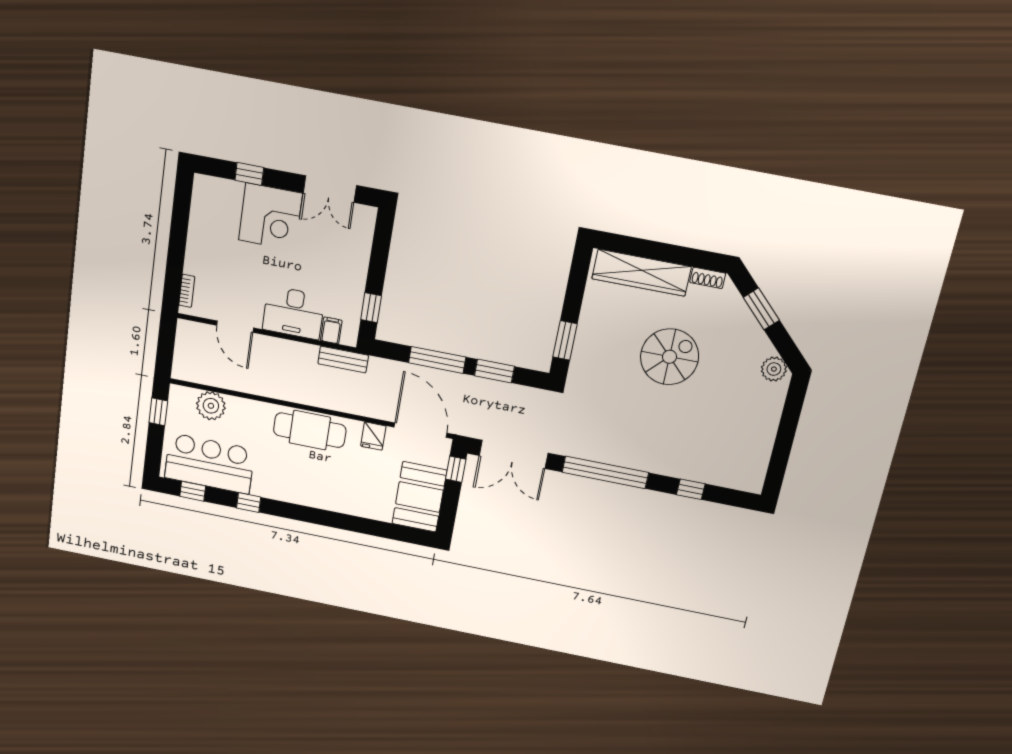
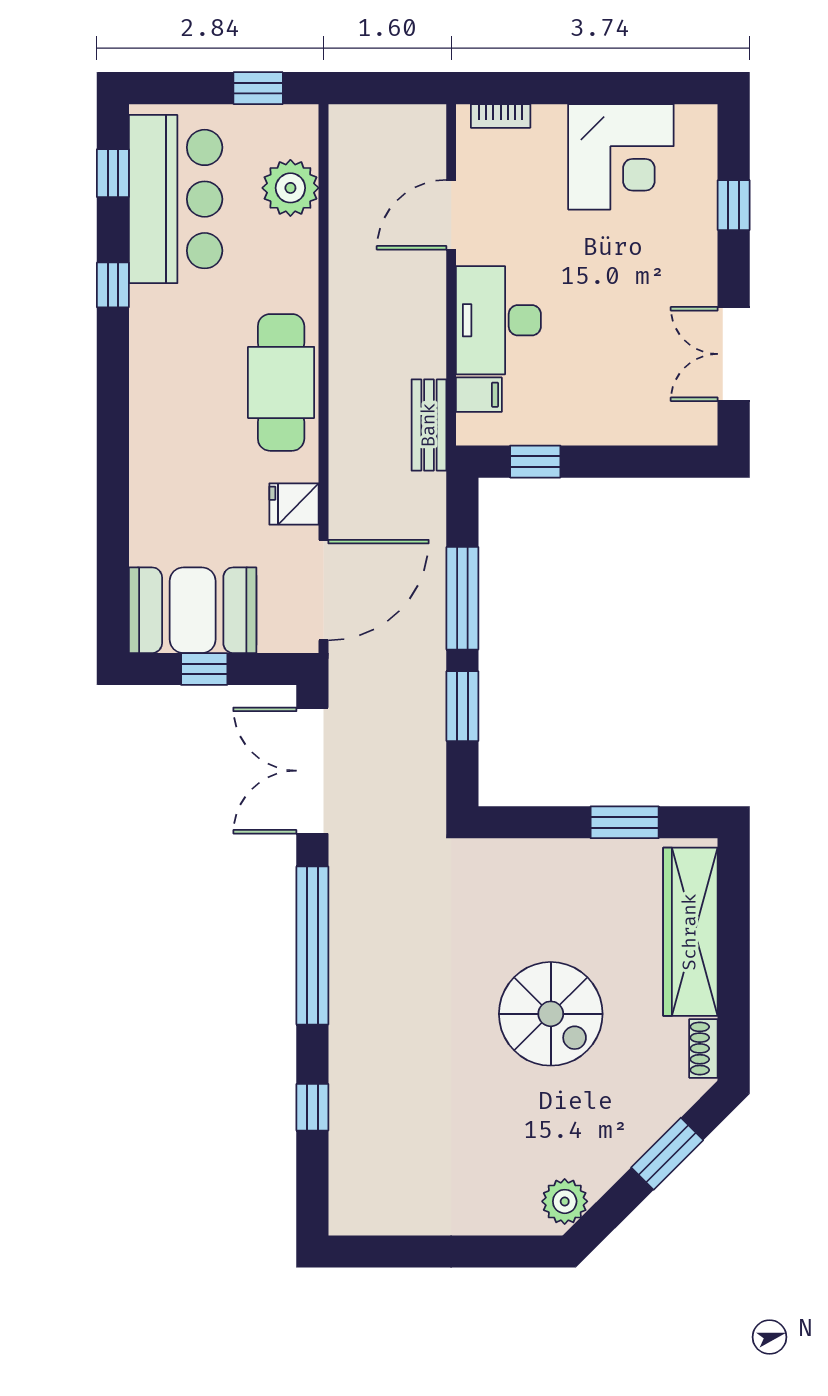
corner desk: (270, 217) -> (621, 157), moved, turned -90
window: (565, 340) -> (625, 822), moved
window: (456, 469) -> (204, 669), moved

